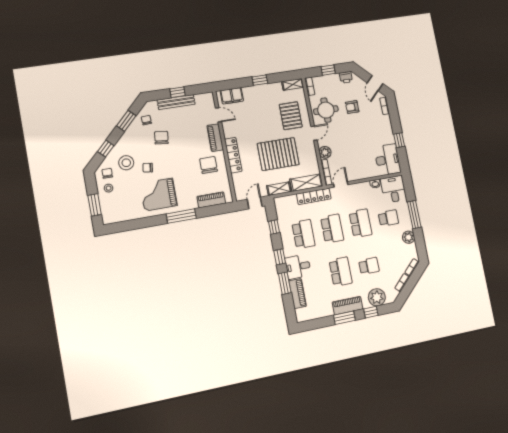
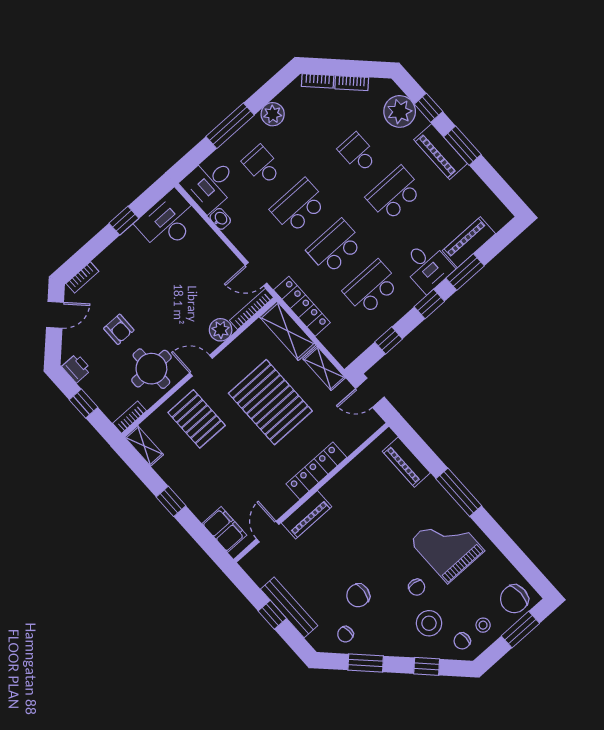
pallet: (291, 116) -> (197, 419), turned 90
chair: (209, 165) -> (514, 599), moved
grand piano: (159, 194) -> (447, 546), turned 180

